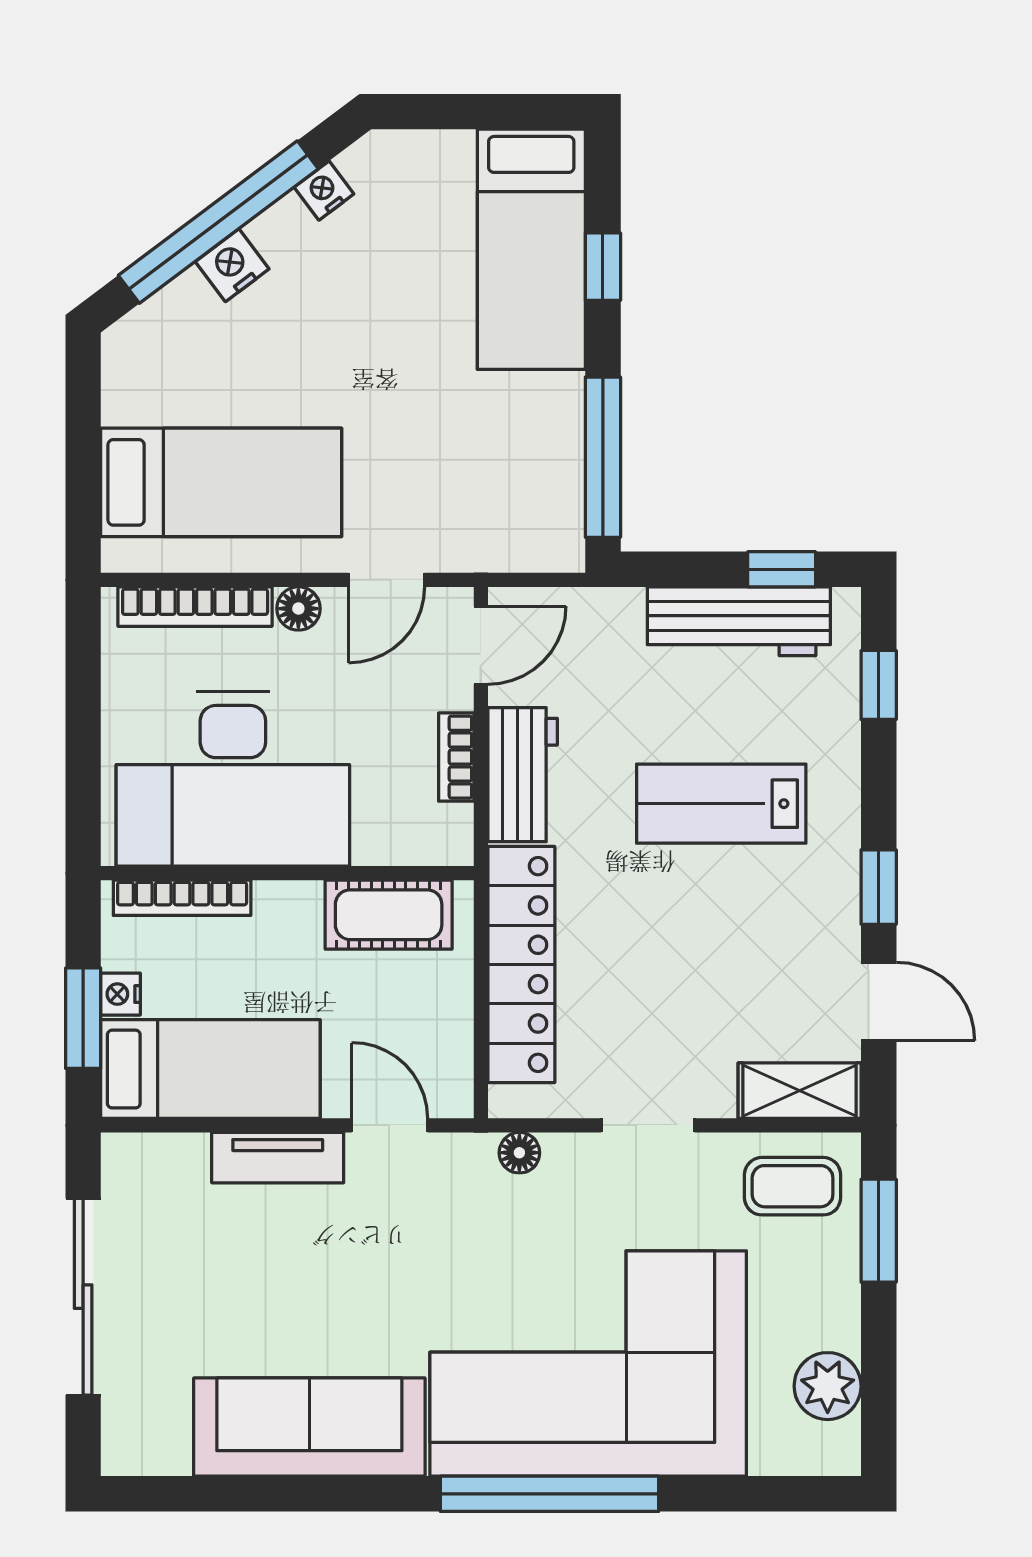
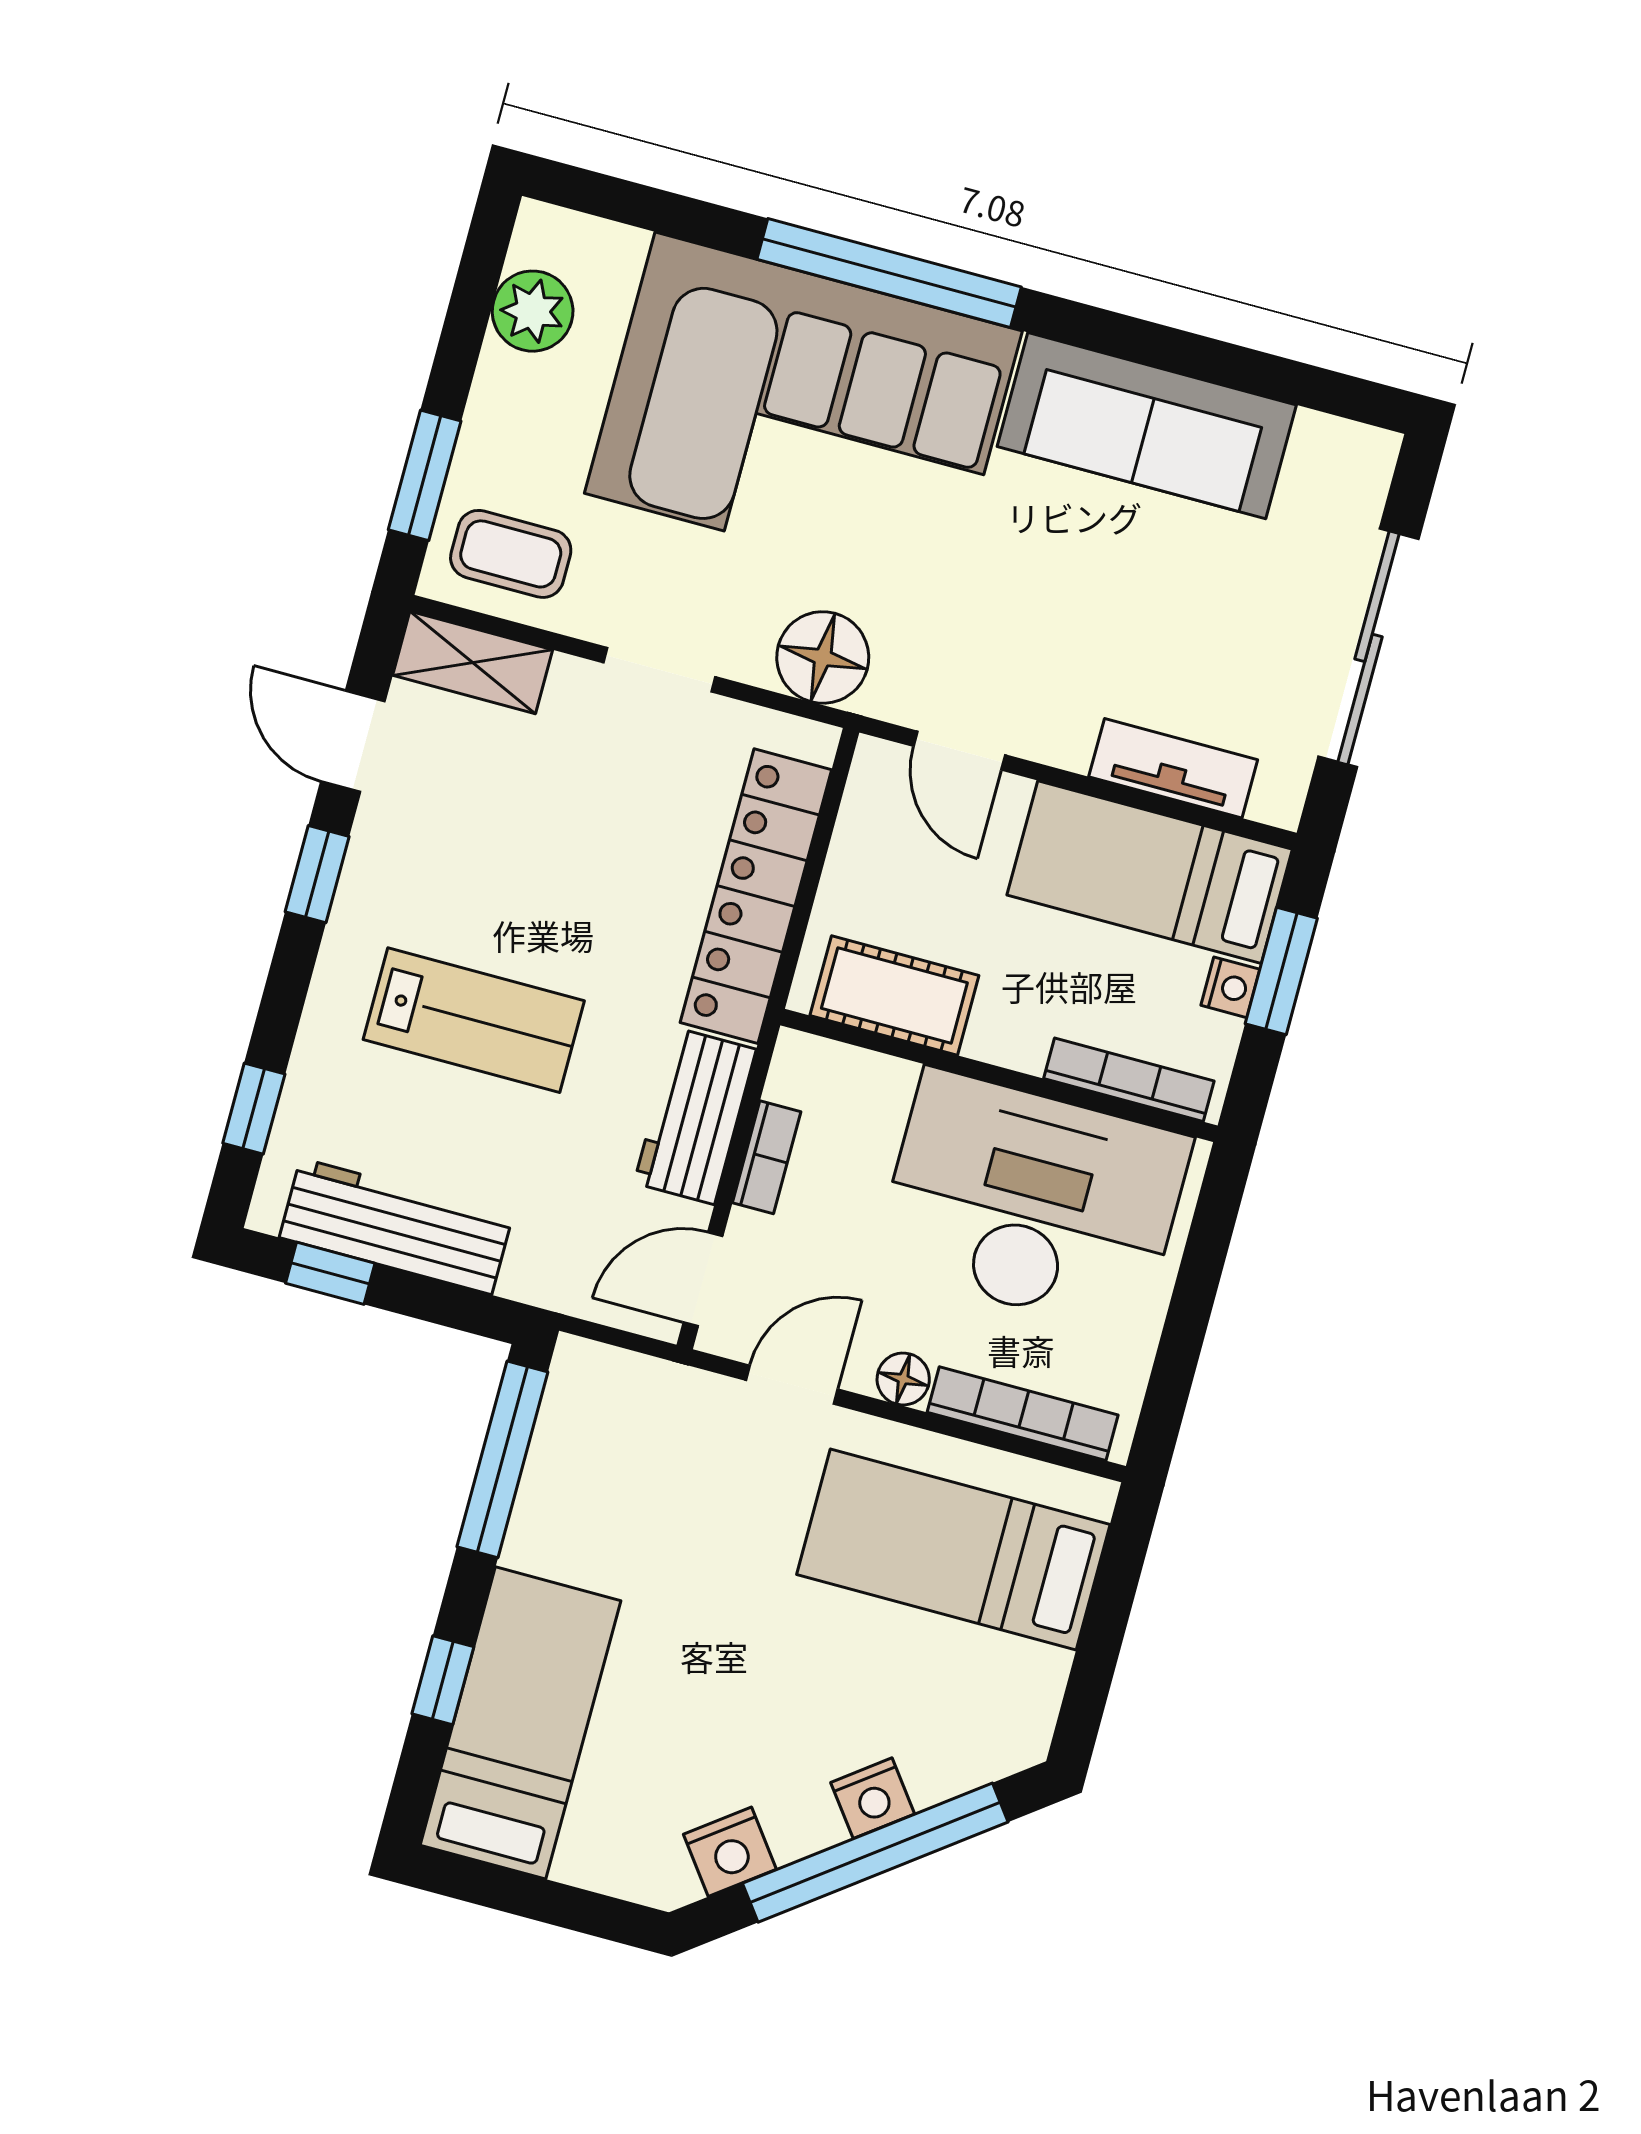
nightstand: (324, 191) -> (730, 1852), width x1.39, depth x1.35
floor lamp: (519, 1153) -> (823, 657), width x1.89, depth x1.89
tv unit: (278, 1158) -> (1173, 768), moved

